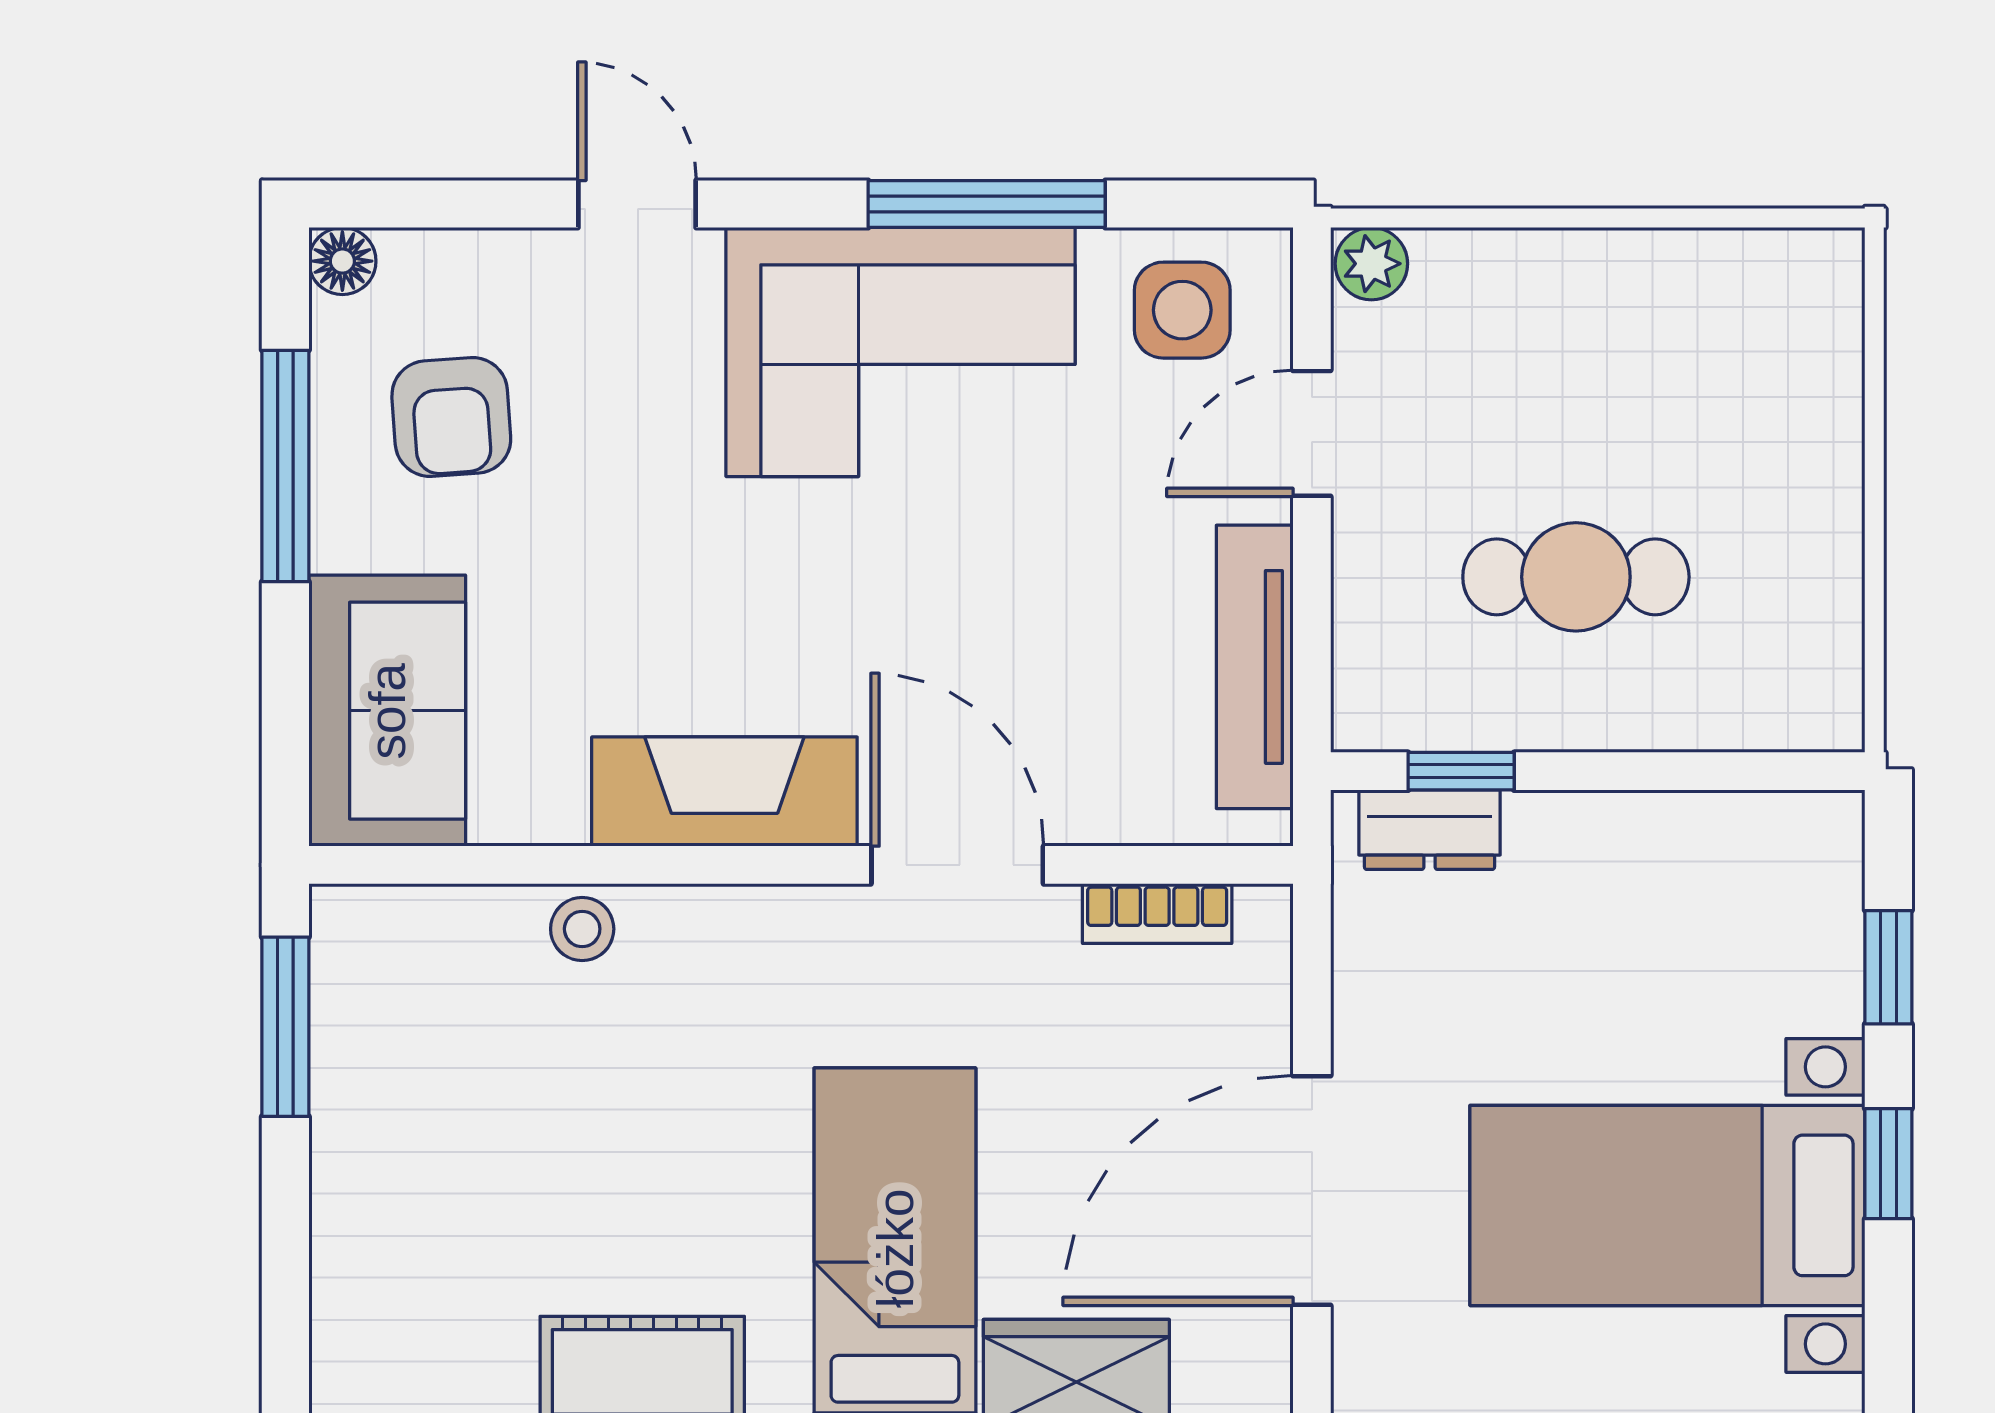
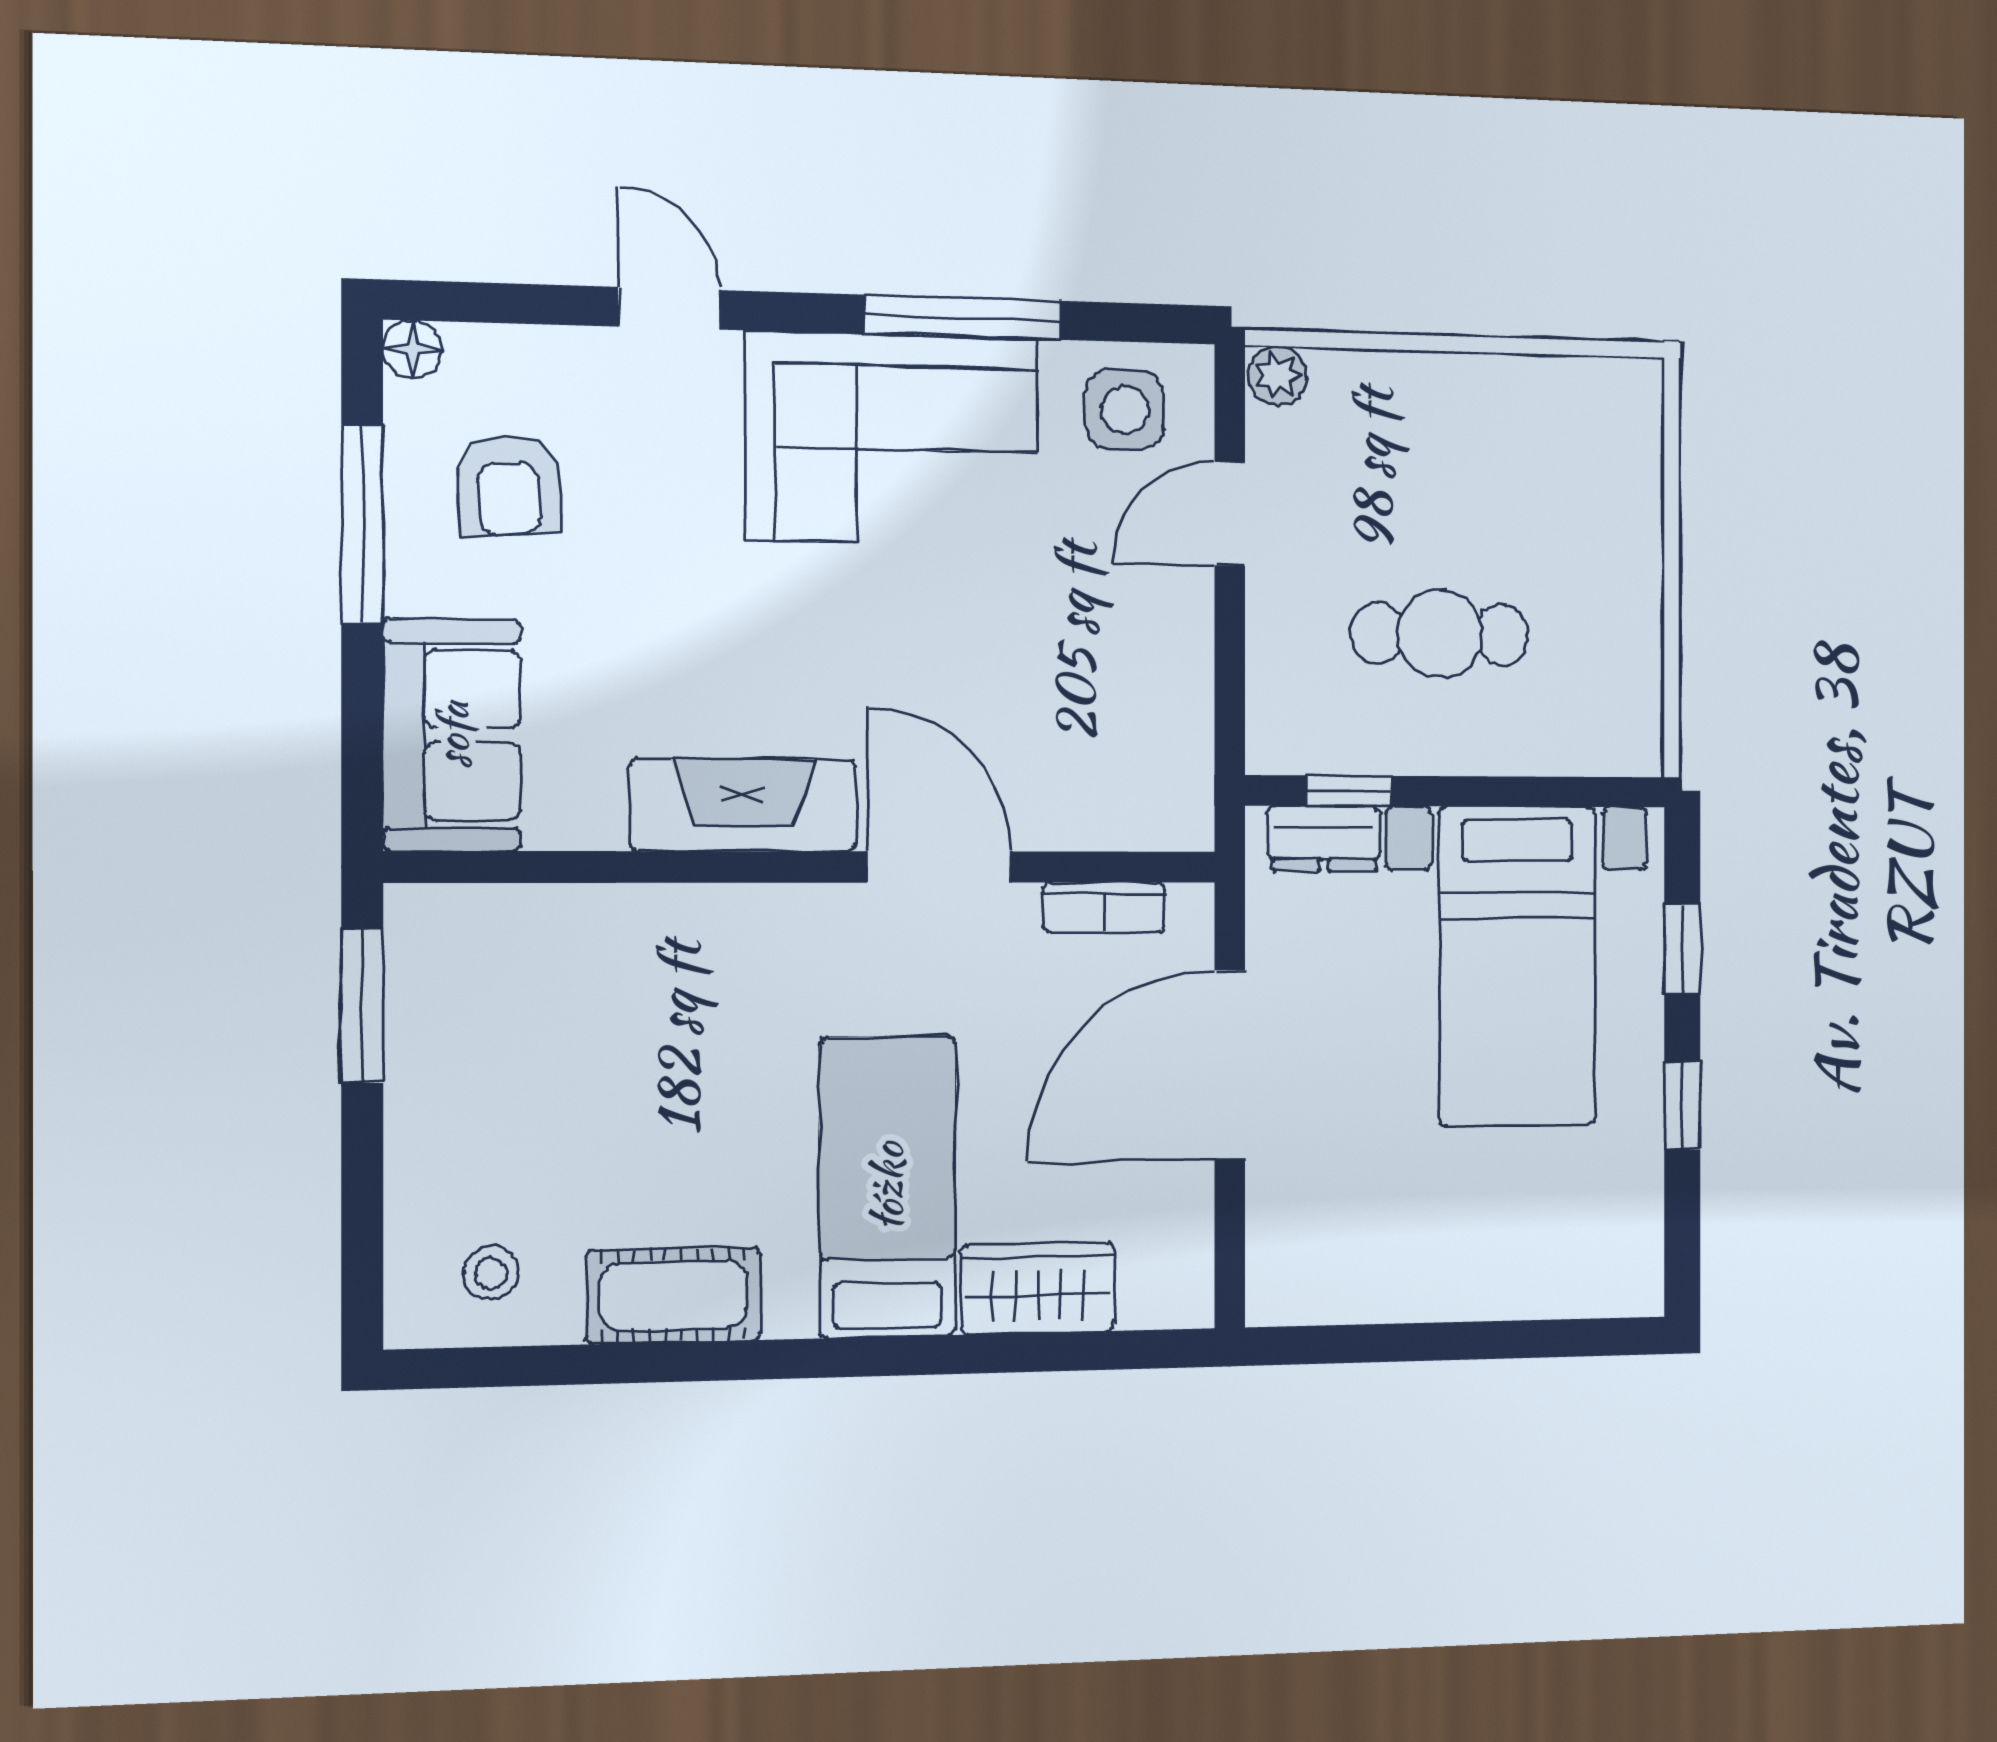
tv unit: (1255, 667) -> (1184, 704), removed
stool: (582, 929) -> (491, 1273), moved
door: (1312, 1191) -> (1230, 1065), moved
bed with nightstands: (1667, 1205) -> (1517, 966), moved, turned -90

